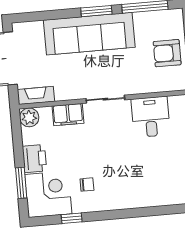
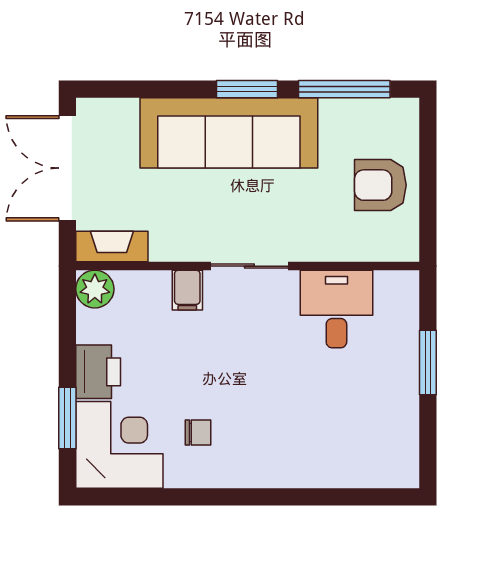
filing cabinet: (68, 115) -> (187, 290), width x0.50
window: (72, 218) -> (162, 497), removed

